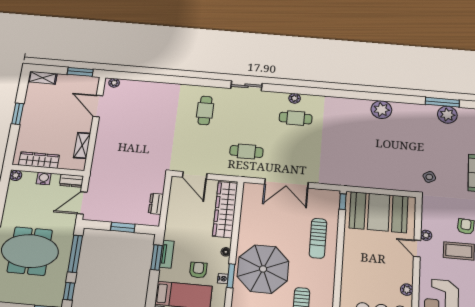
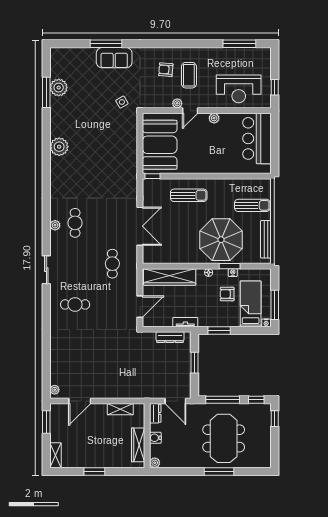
dresser: (156, 204) -> (170, 337), width x1.44
tv unit: (167, 254) -> (185, 322), moved
plant: (407, 290) -> (214, 118), moved

